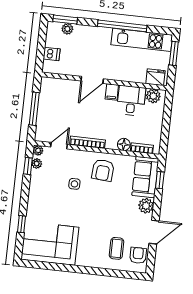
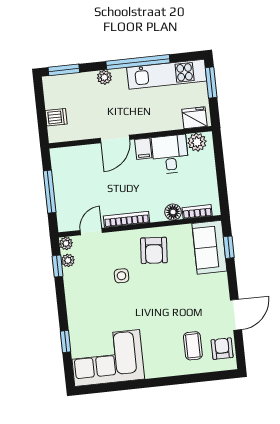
plant: (67, 29) -> (104, 77), moved
plant: (146, 206) -> (218, 283), removed

